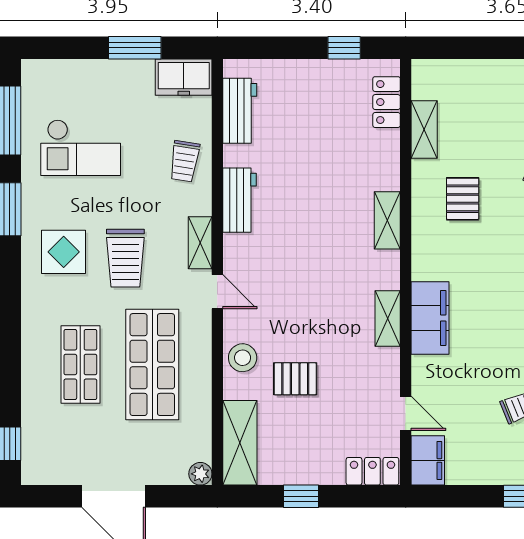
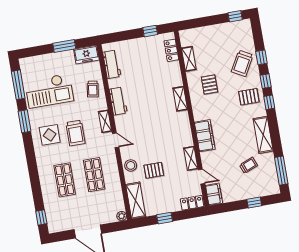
checkout: (81, 148) -> (49, 91), width x1.36, depth x1.21
shelving: (388, 318) -> (191, 158), moved
shop shelf: (152, 365) -> (94, 175), width x0.70, depth x0.74

